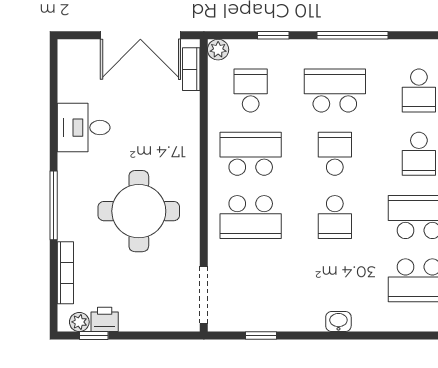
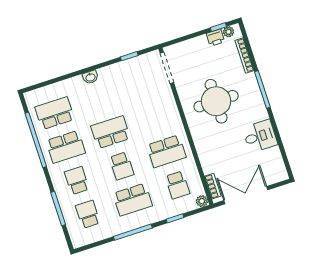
school desk: (251, 217) -> (155, 118), removed
school desk: (335, 217) -> (111, 132), width x1.85

